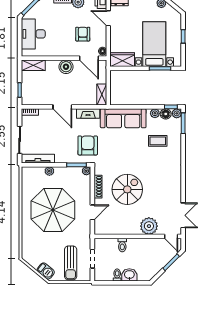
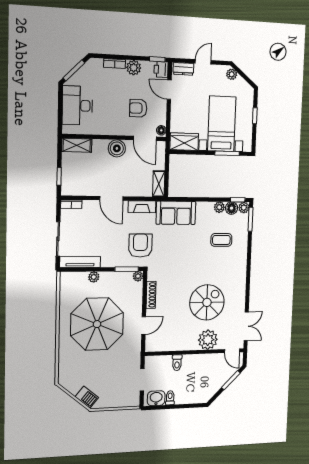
armchair: (83, 34) -> (138, 108), turned -90
sofa: (123, 118) -> (176, 213), width x0.73
spiral stairs: (127, 189) -> (207, 302), moved
sun lounger: (71, 263) -> (117, 386), removed
washbasin: (129, 275) -> (156, 398), moved

